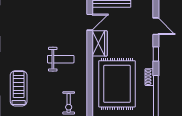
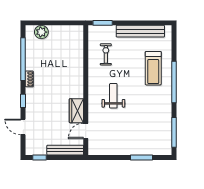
weight bench: (61, 59) -> (113, 96), turned 90
rug: (117, 84) -> (60, 72), removed

